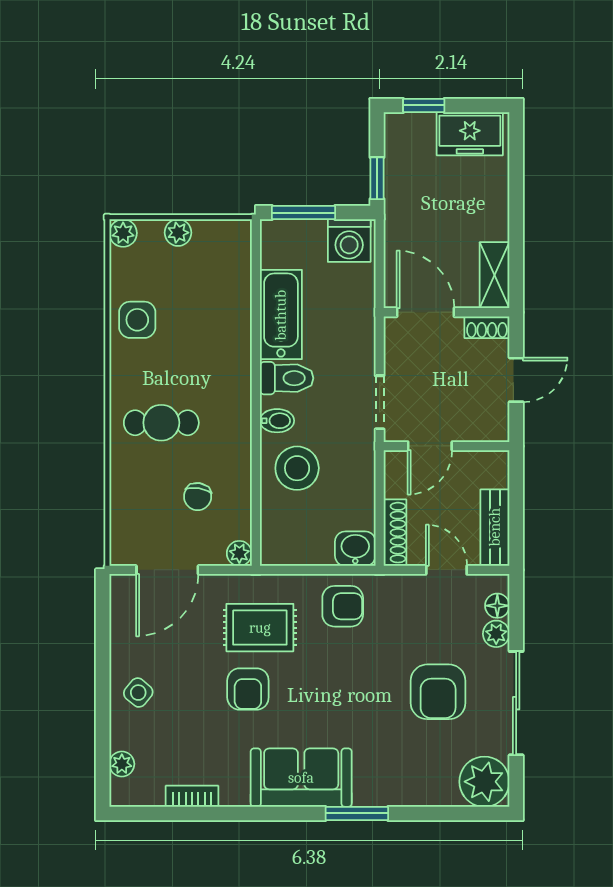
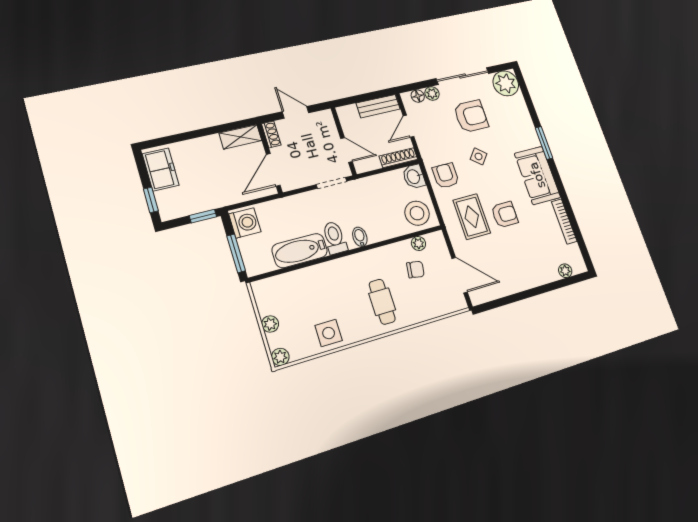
stool: (297, 468) -> (417, 213), moved
plant: (239, 553) -> (418, 243), moved
side table: (138, 693) -> (479, 156), moved
bookcase: (192, 796) -> (564, 222), width x1.56

